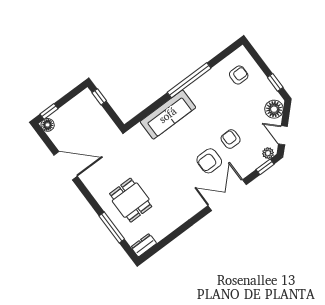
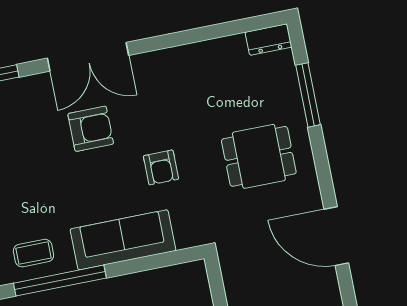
coffee table: (208, 88) -> (33, 253), added
armchair: (231, 139) -> (161, 167), moved
dining table: (131, 200) -> (259, 156), moved, turned 90

